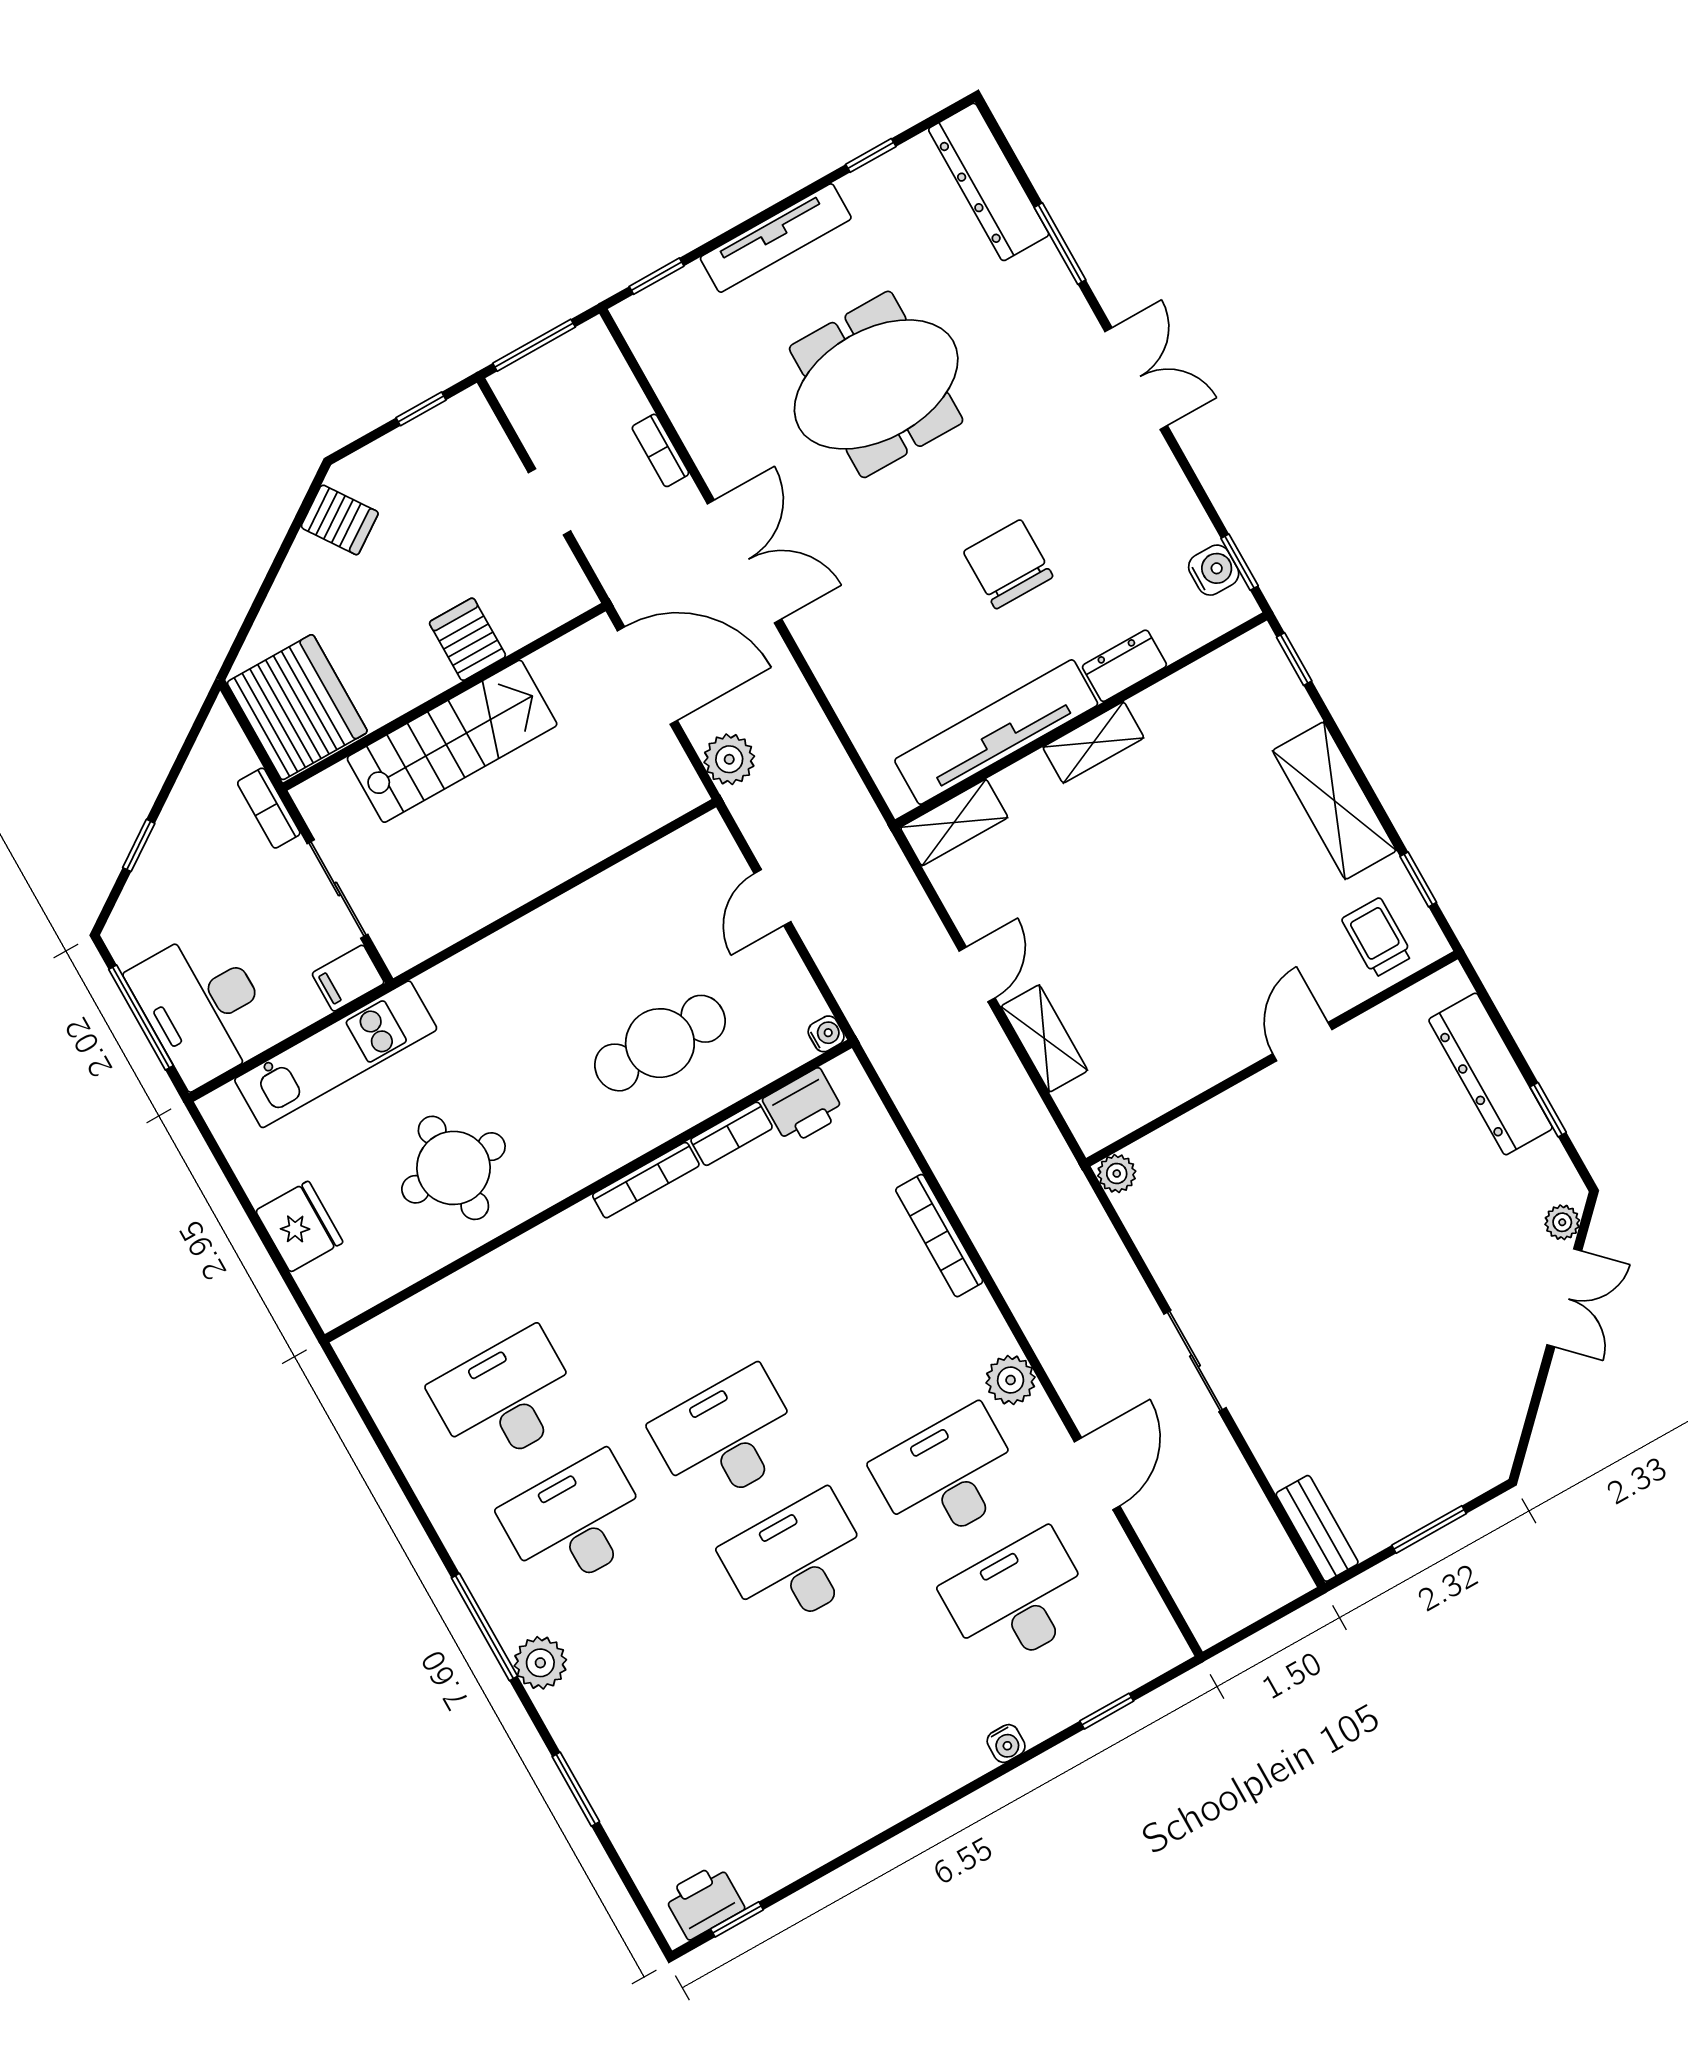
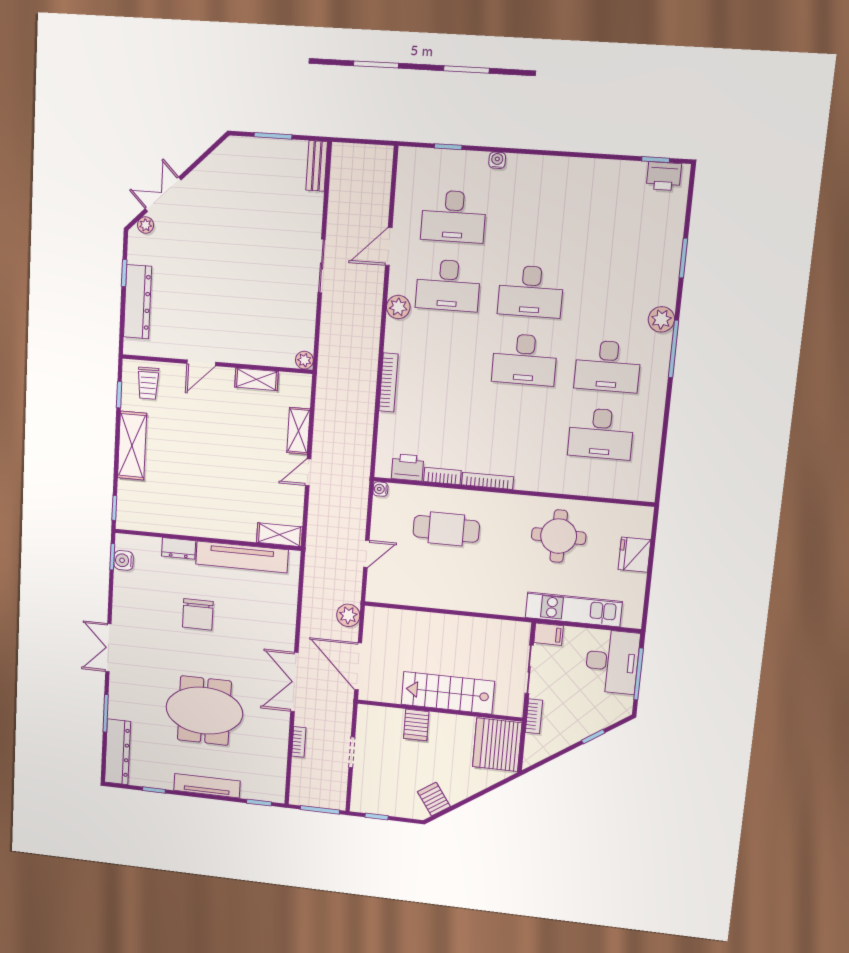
shelving: (1093, 742) -> (256, 379), moved

